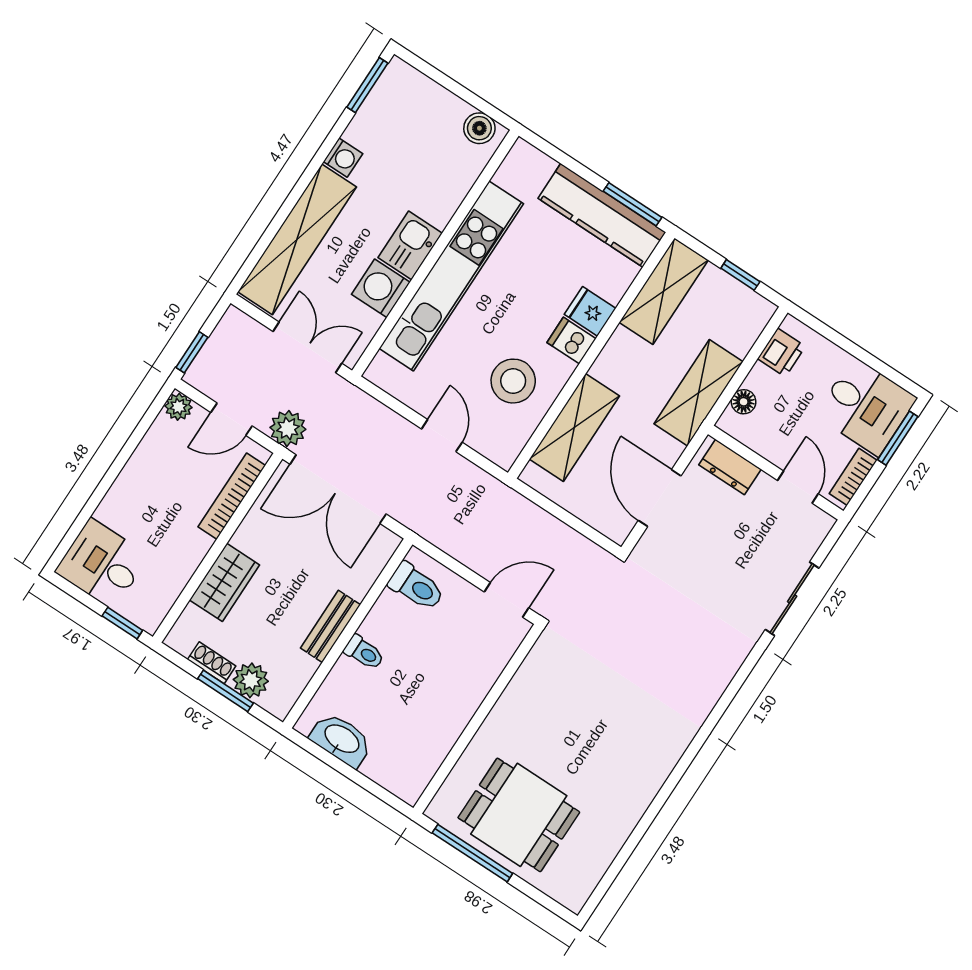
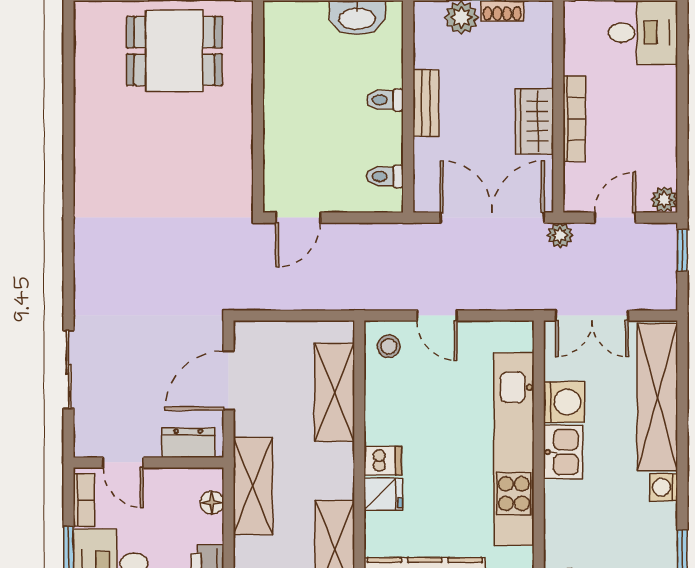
stool: (513, 381) -> (389, 346), moved, width x0.53, depth x0.53
plant: (288, 428) -> (560, 235), width x0.73, depth x0.73
bookcase: (232, 496) -> (574, 119), moved
door: (660, 498) -> (229, 381), swing flipped
wardrobe: (224, 582) -> (534, 121), moved
toilet: (416, 587) -> (385, 176), width x0.73, depth x0.72

